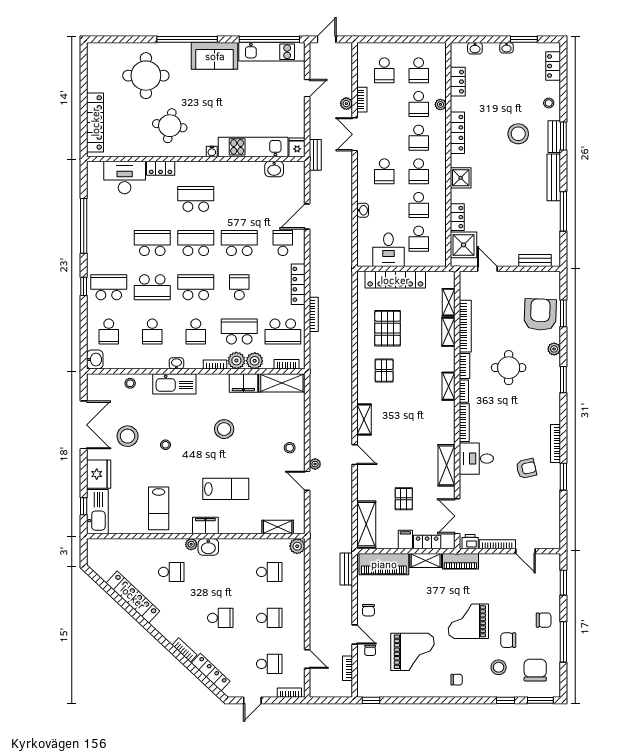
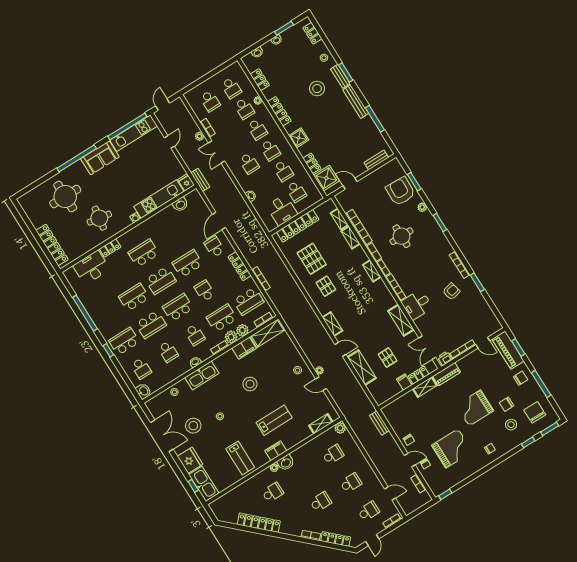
school desk: (196, 243) -> (161, 280), turned 180
shelving: (366, 524) -> (362, 368), moved
piano: (384, 564) -> (508, 350), moved, turned 90

